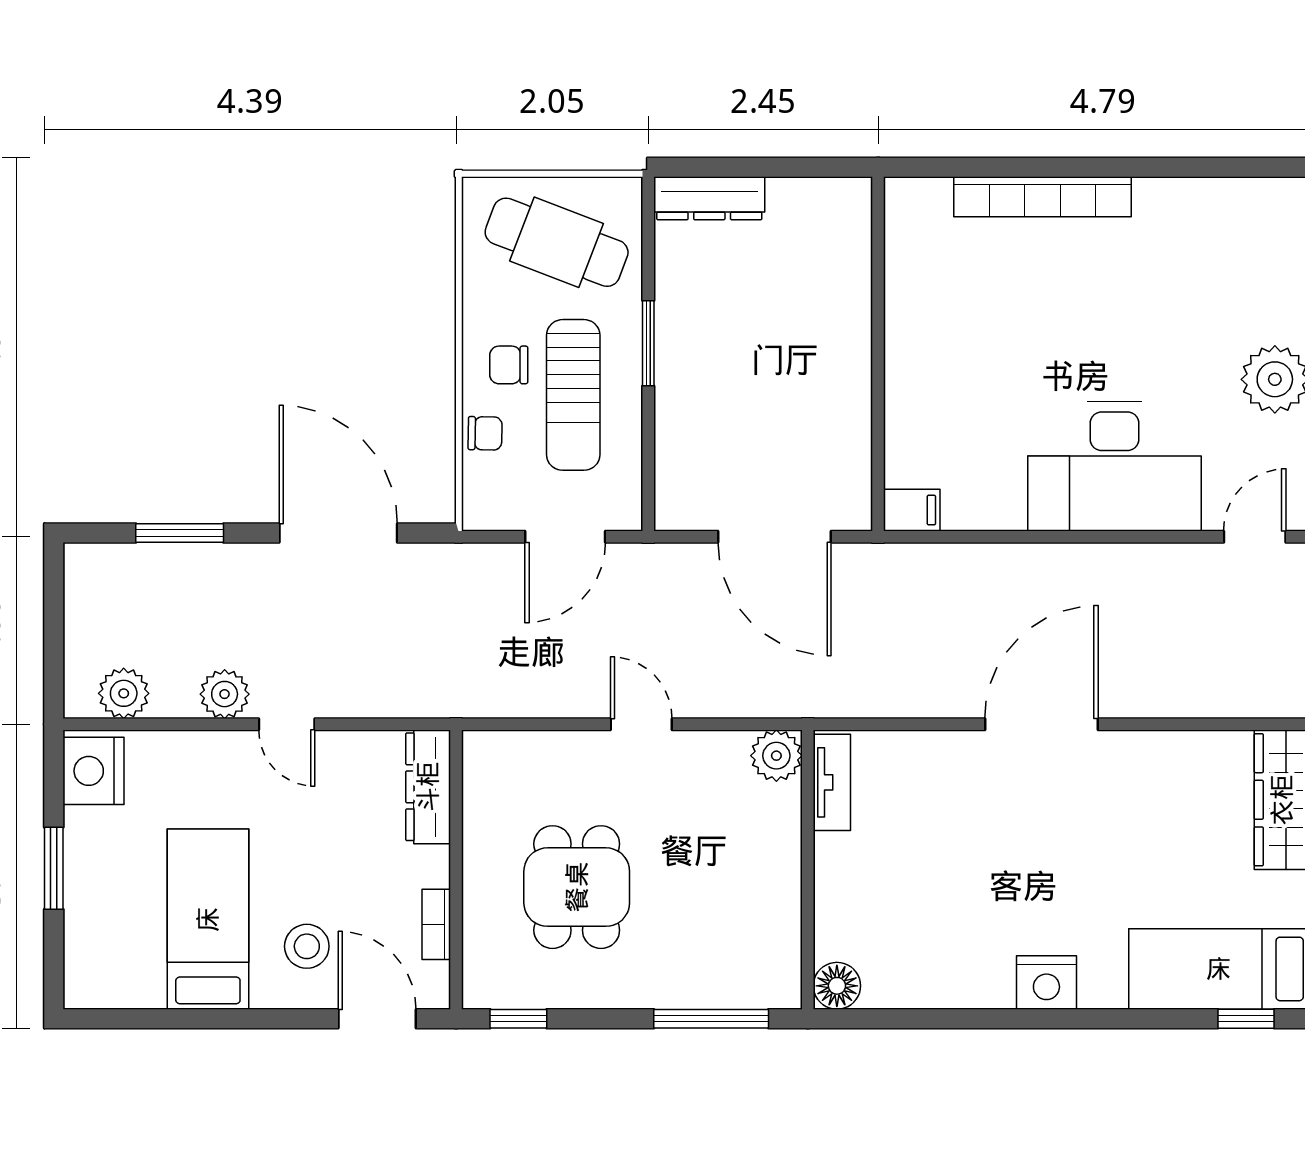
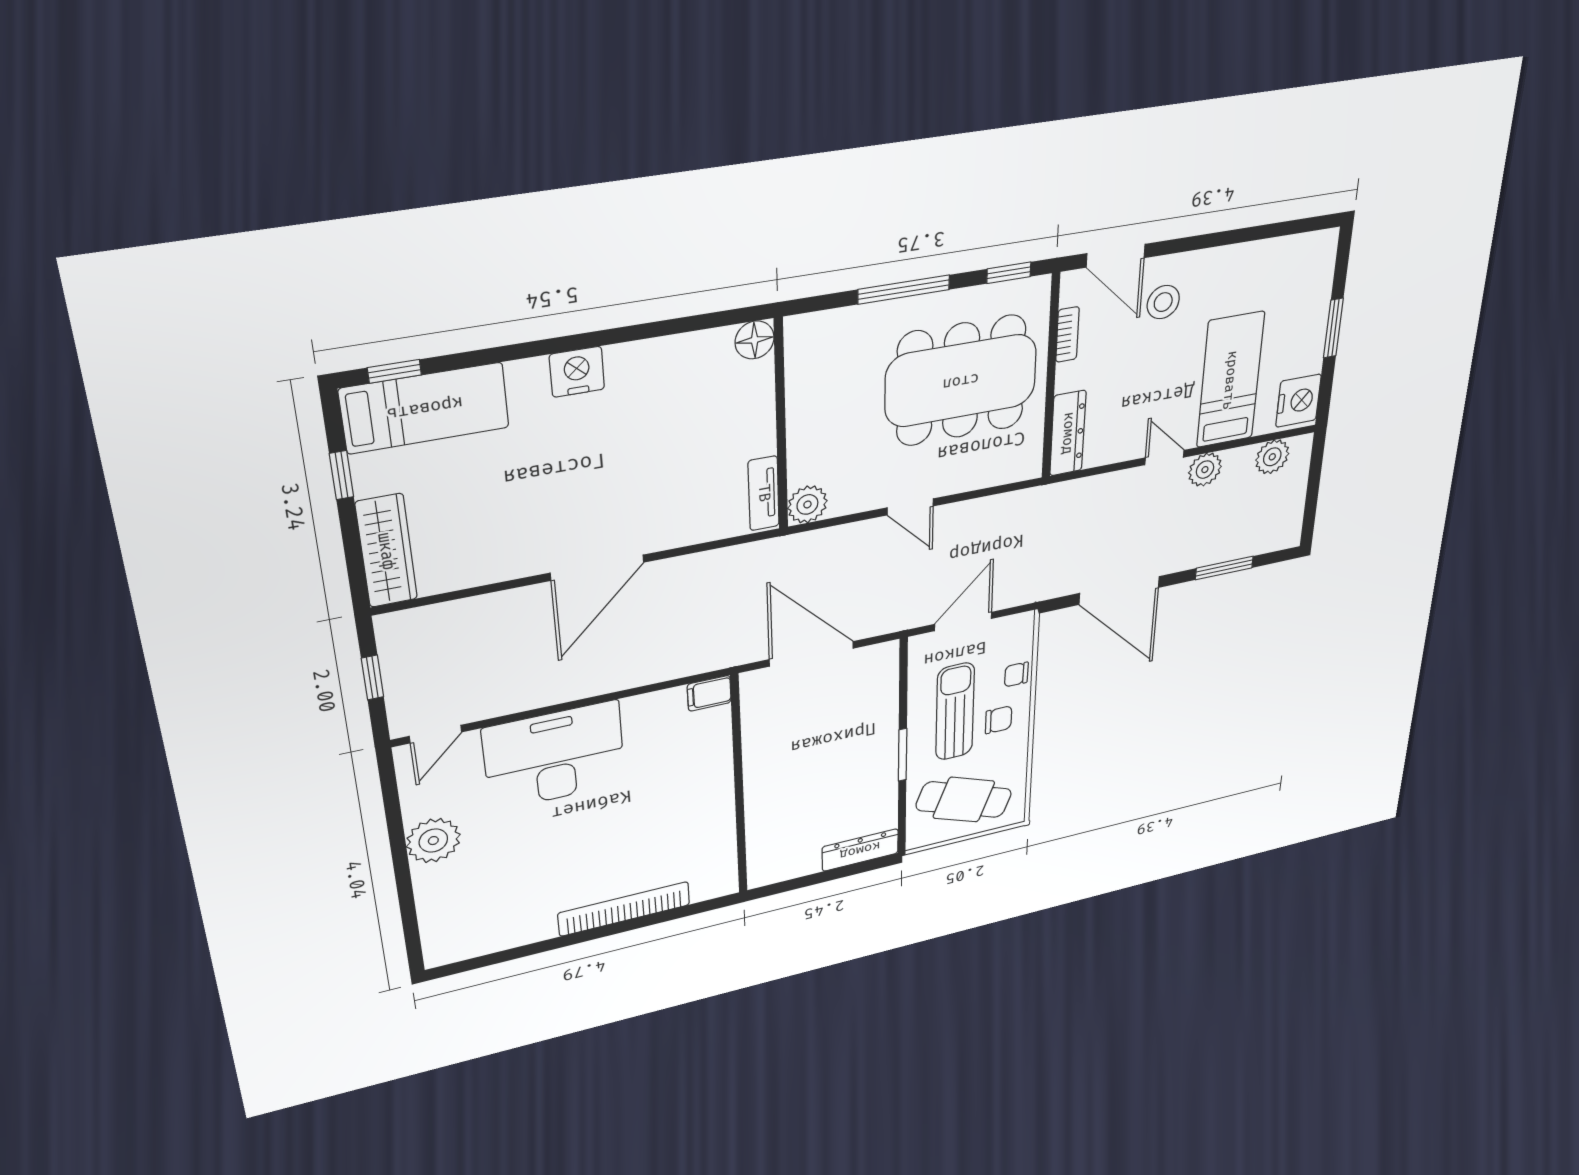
dining table: (577, 887) -> (961, 381), width x1.88, depth x1.24
bed: (208, 919) -> (1230, 380), moved, turned 180
window: (711, 1019) -> (904, 290), moved

